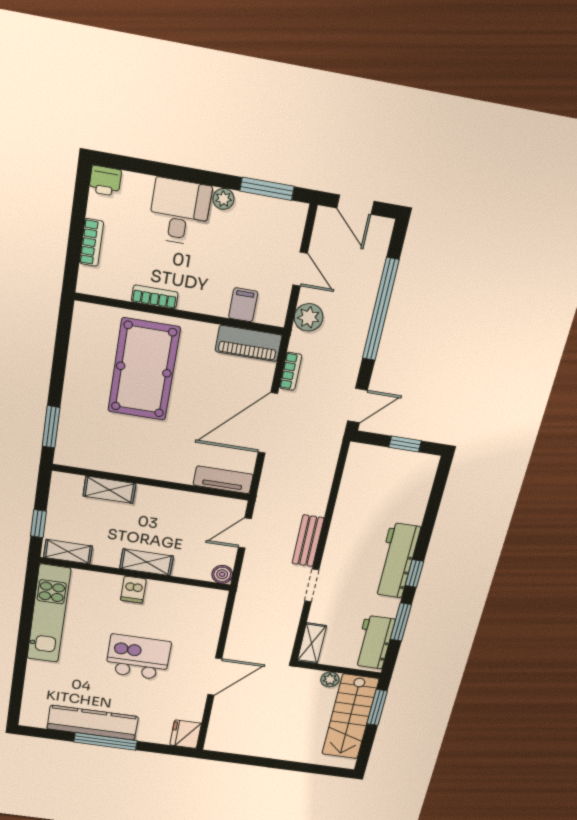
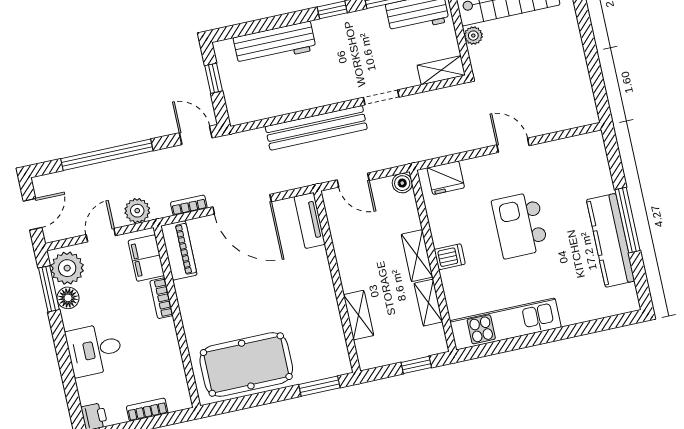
plant: (223, 199) -> (67, 268), moved, width x1.87, depth x1.87
floor lamp: (248, 206) -> (68, 298), added
bookcase: (155, 297) -> (161, 298), moved
filing cabinet: (243, 305) -> (146, 258), width x2.00
pool table: (144, 370) -> (246, 365), moved
bench: (308, 541) -> (316, 128), width x1.86, depth x1.21
shelving: (68, 552) -> (428, 303), moved
workbench: (396, 560) -> (275, 44), moved
door: (215, 677) -> (513, 145), width x0.73
fridge: (186, 734) -> (446, 178), moved

